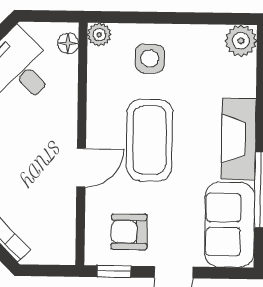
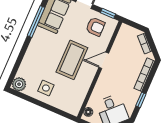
plant: (99, 35) -> (74, 110), removed
side table: (150, 58) -> (46, 88), moved
fireplace: (239, 139) -> (36, 45), removed

